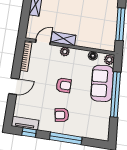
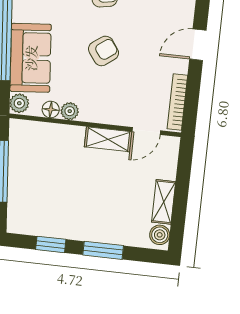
plant: (65, 52) -> (70, 111), moved
armchair: (64, 85) -> (104, 51), turned 144

